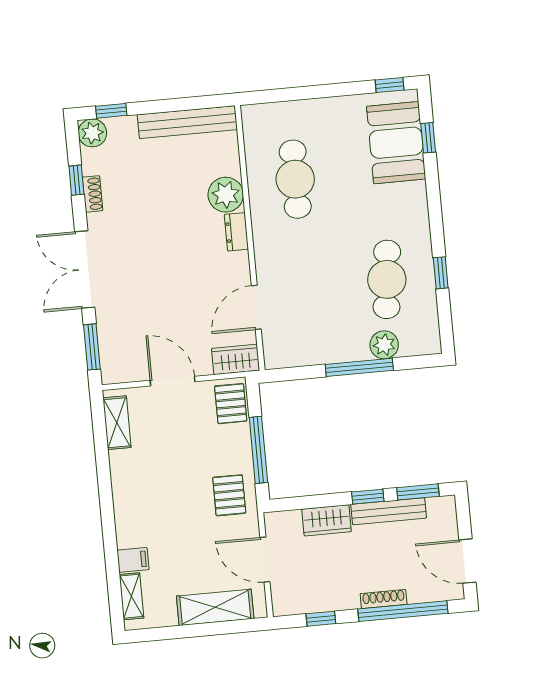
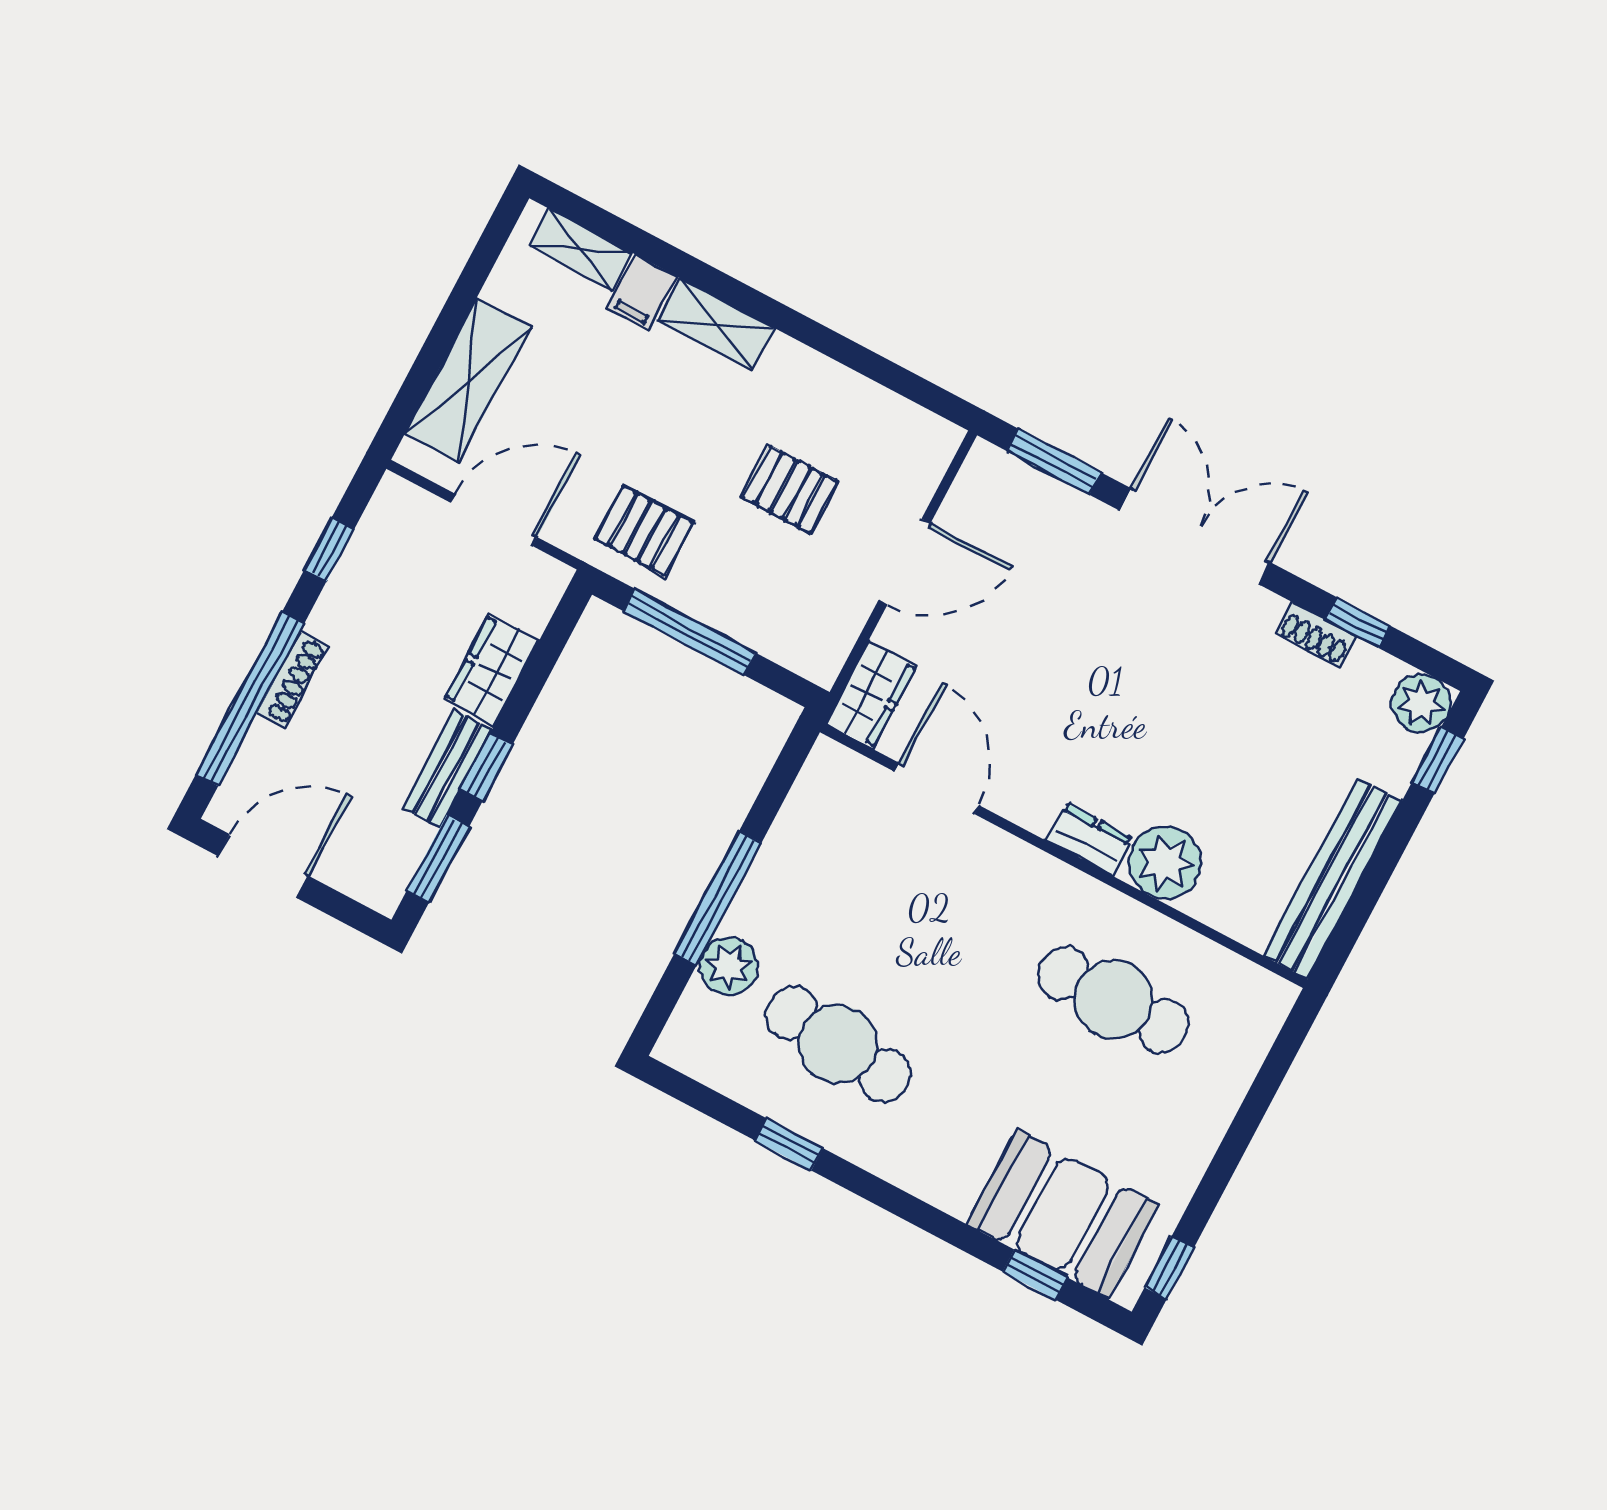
pallet: (231, 404) -> (790, 490), moved
shelving: (117, 423) -> (716, 324), moved
bench: (389, 511) -> (447, 769), width x0.73

